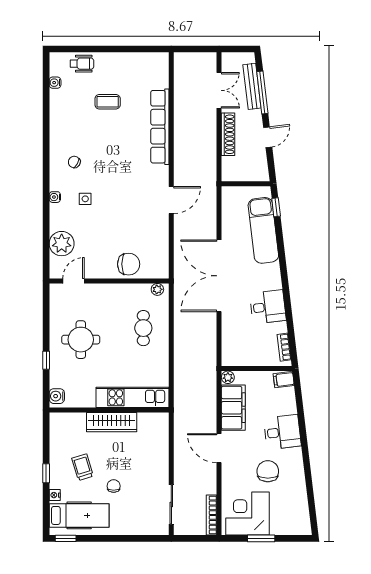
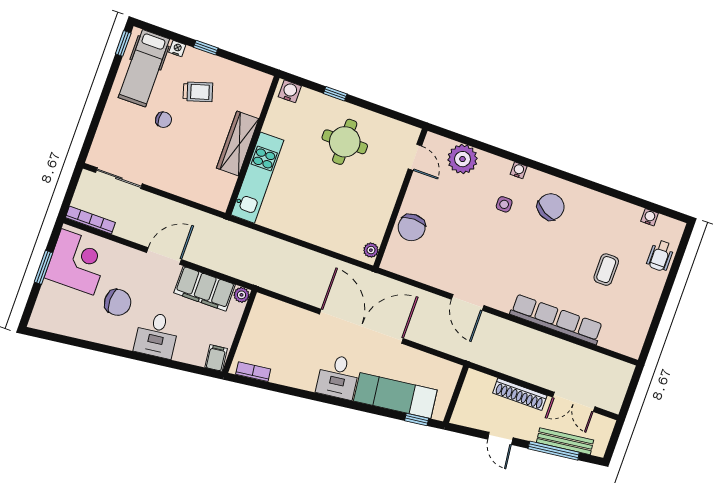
chair: (74, 162) -> (551, 207), width x1.87, depth x1.87
desk: (268, 307) -> (338, 377), moved
cafe table: (143, 328) -> (332, 218), removed

